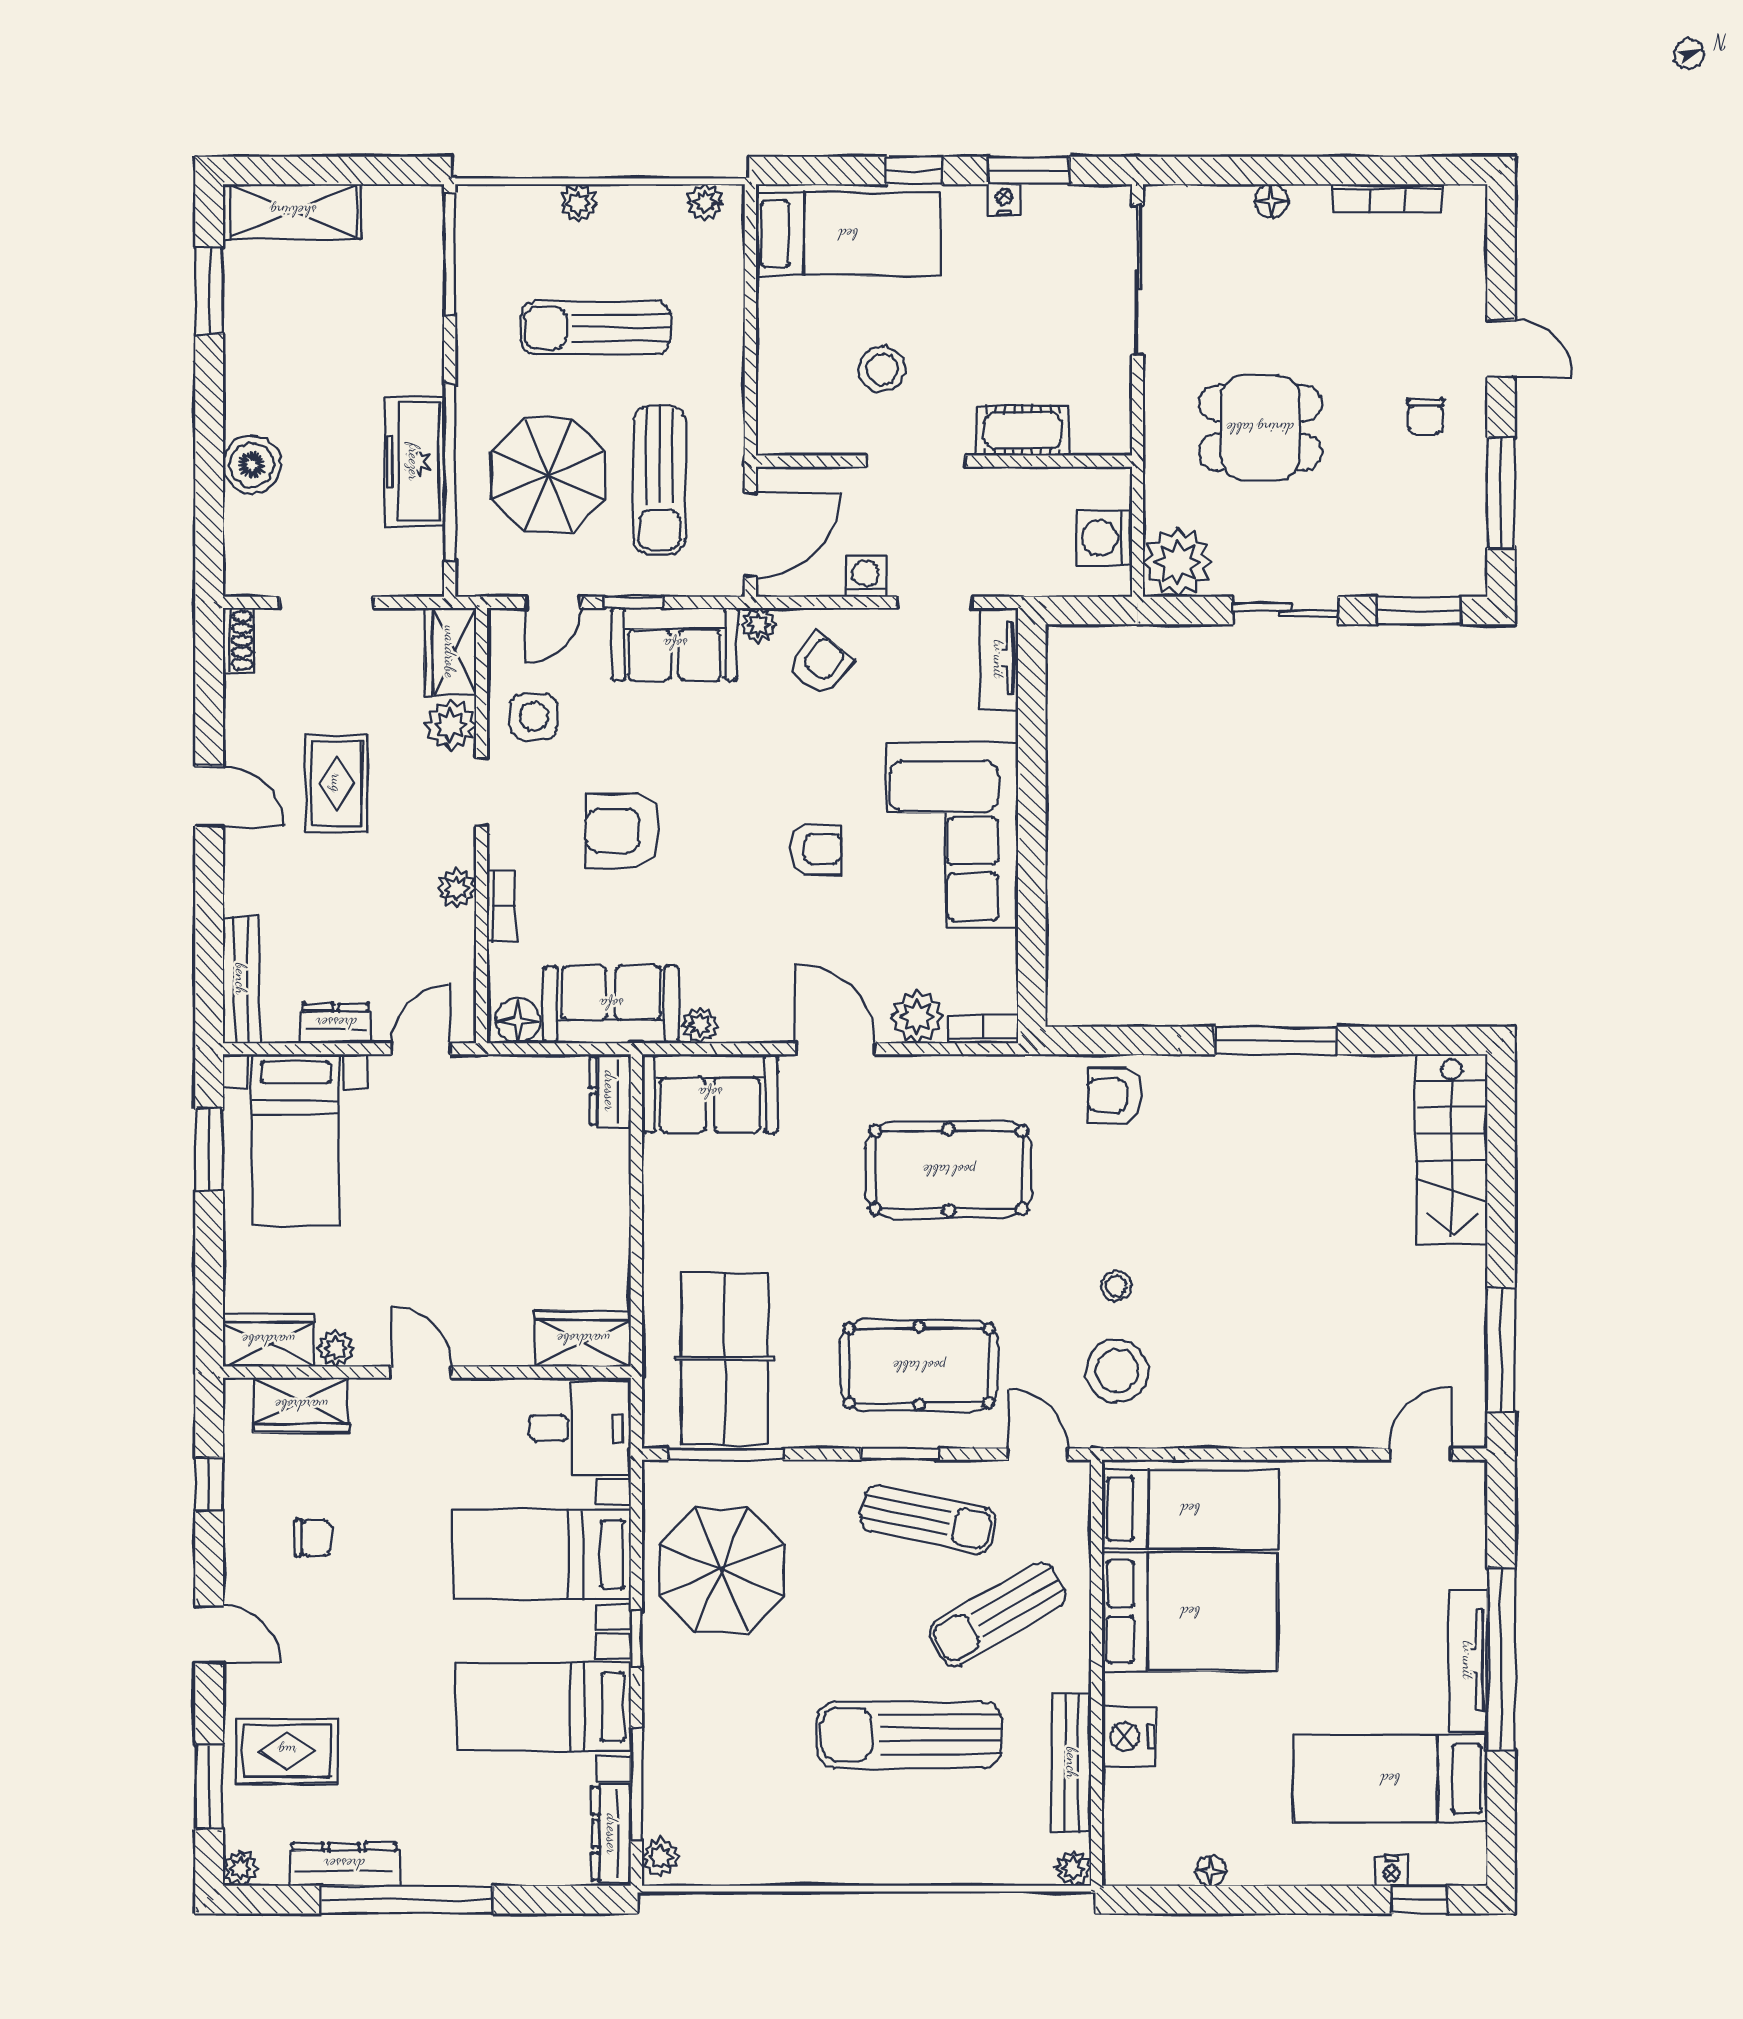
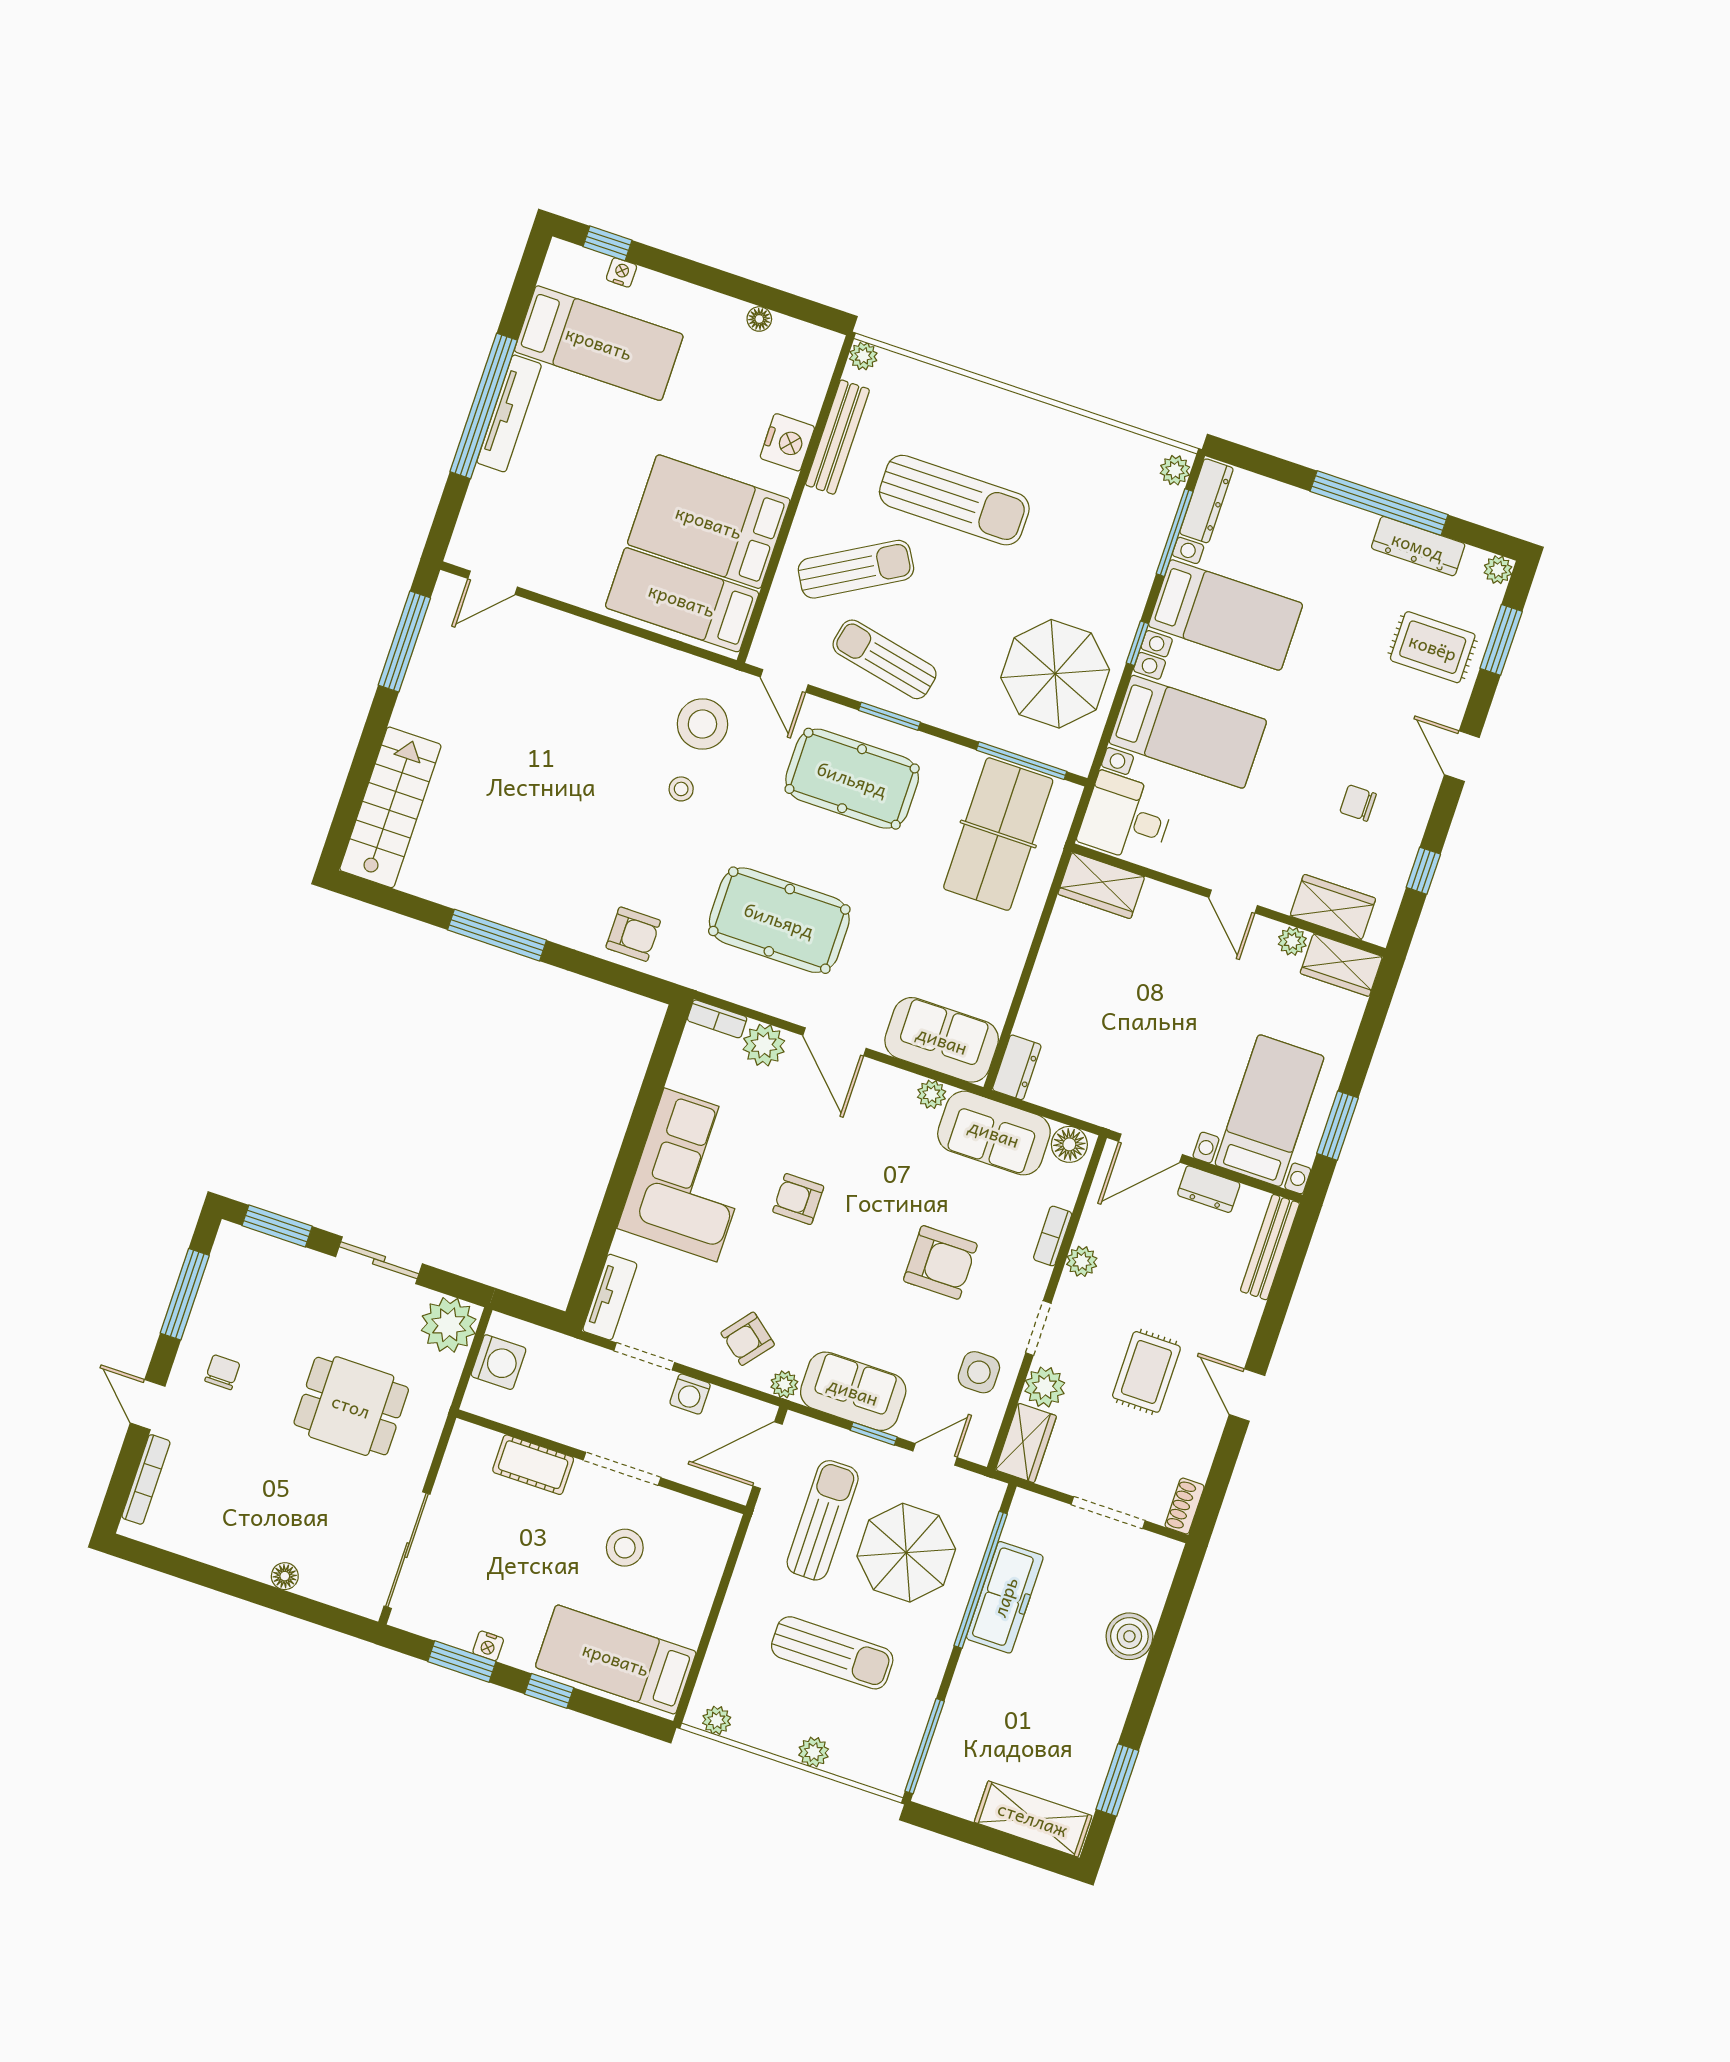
bookcase: (1387, 198) -> (146, 1479), moved, turned 90
door: (421, 1049) -> (1150, 1148), width x1.37

